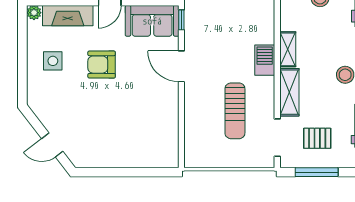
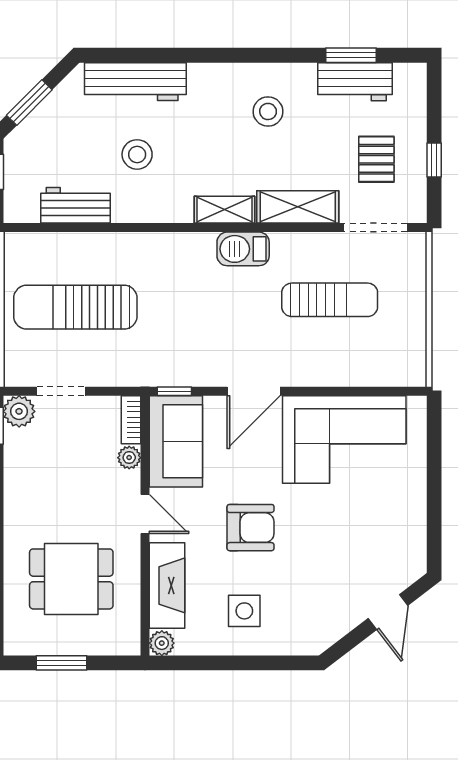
armchair: (102, 65) -> (250, 528), turned -90
corner sofa: (153, 119) -> (344, 440), added
window: (317, 172) -> (434, 160), width x0.46

